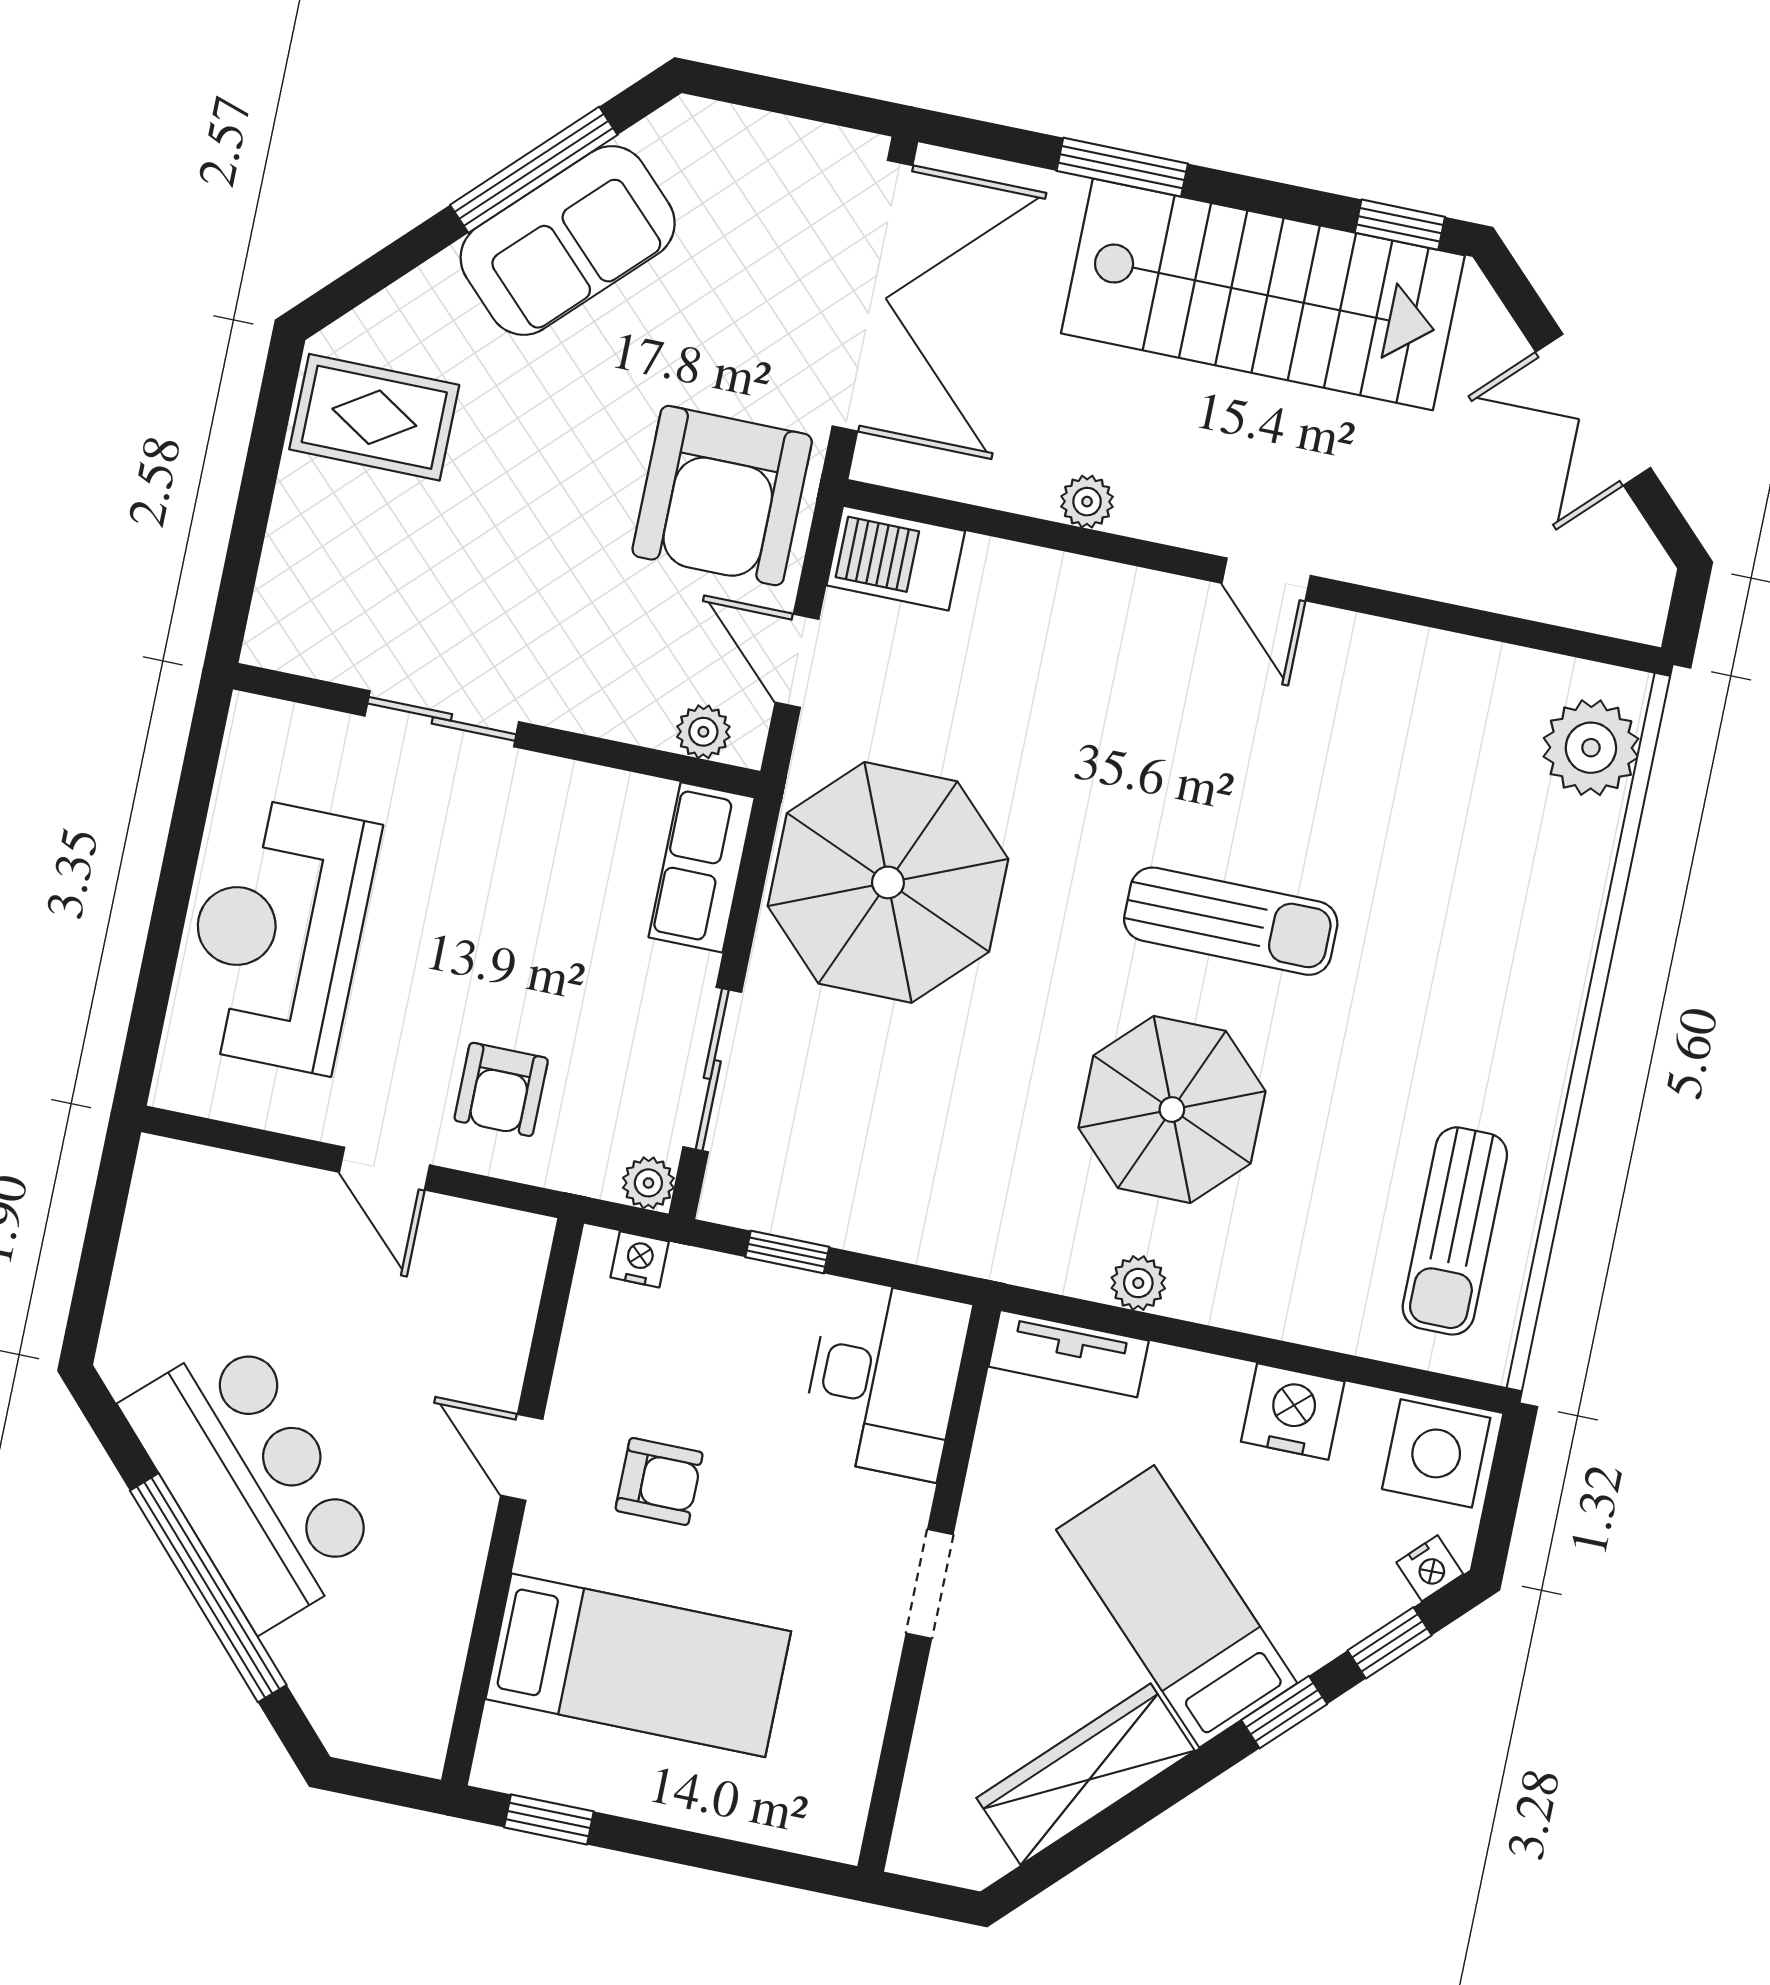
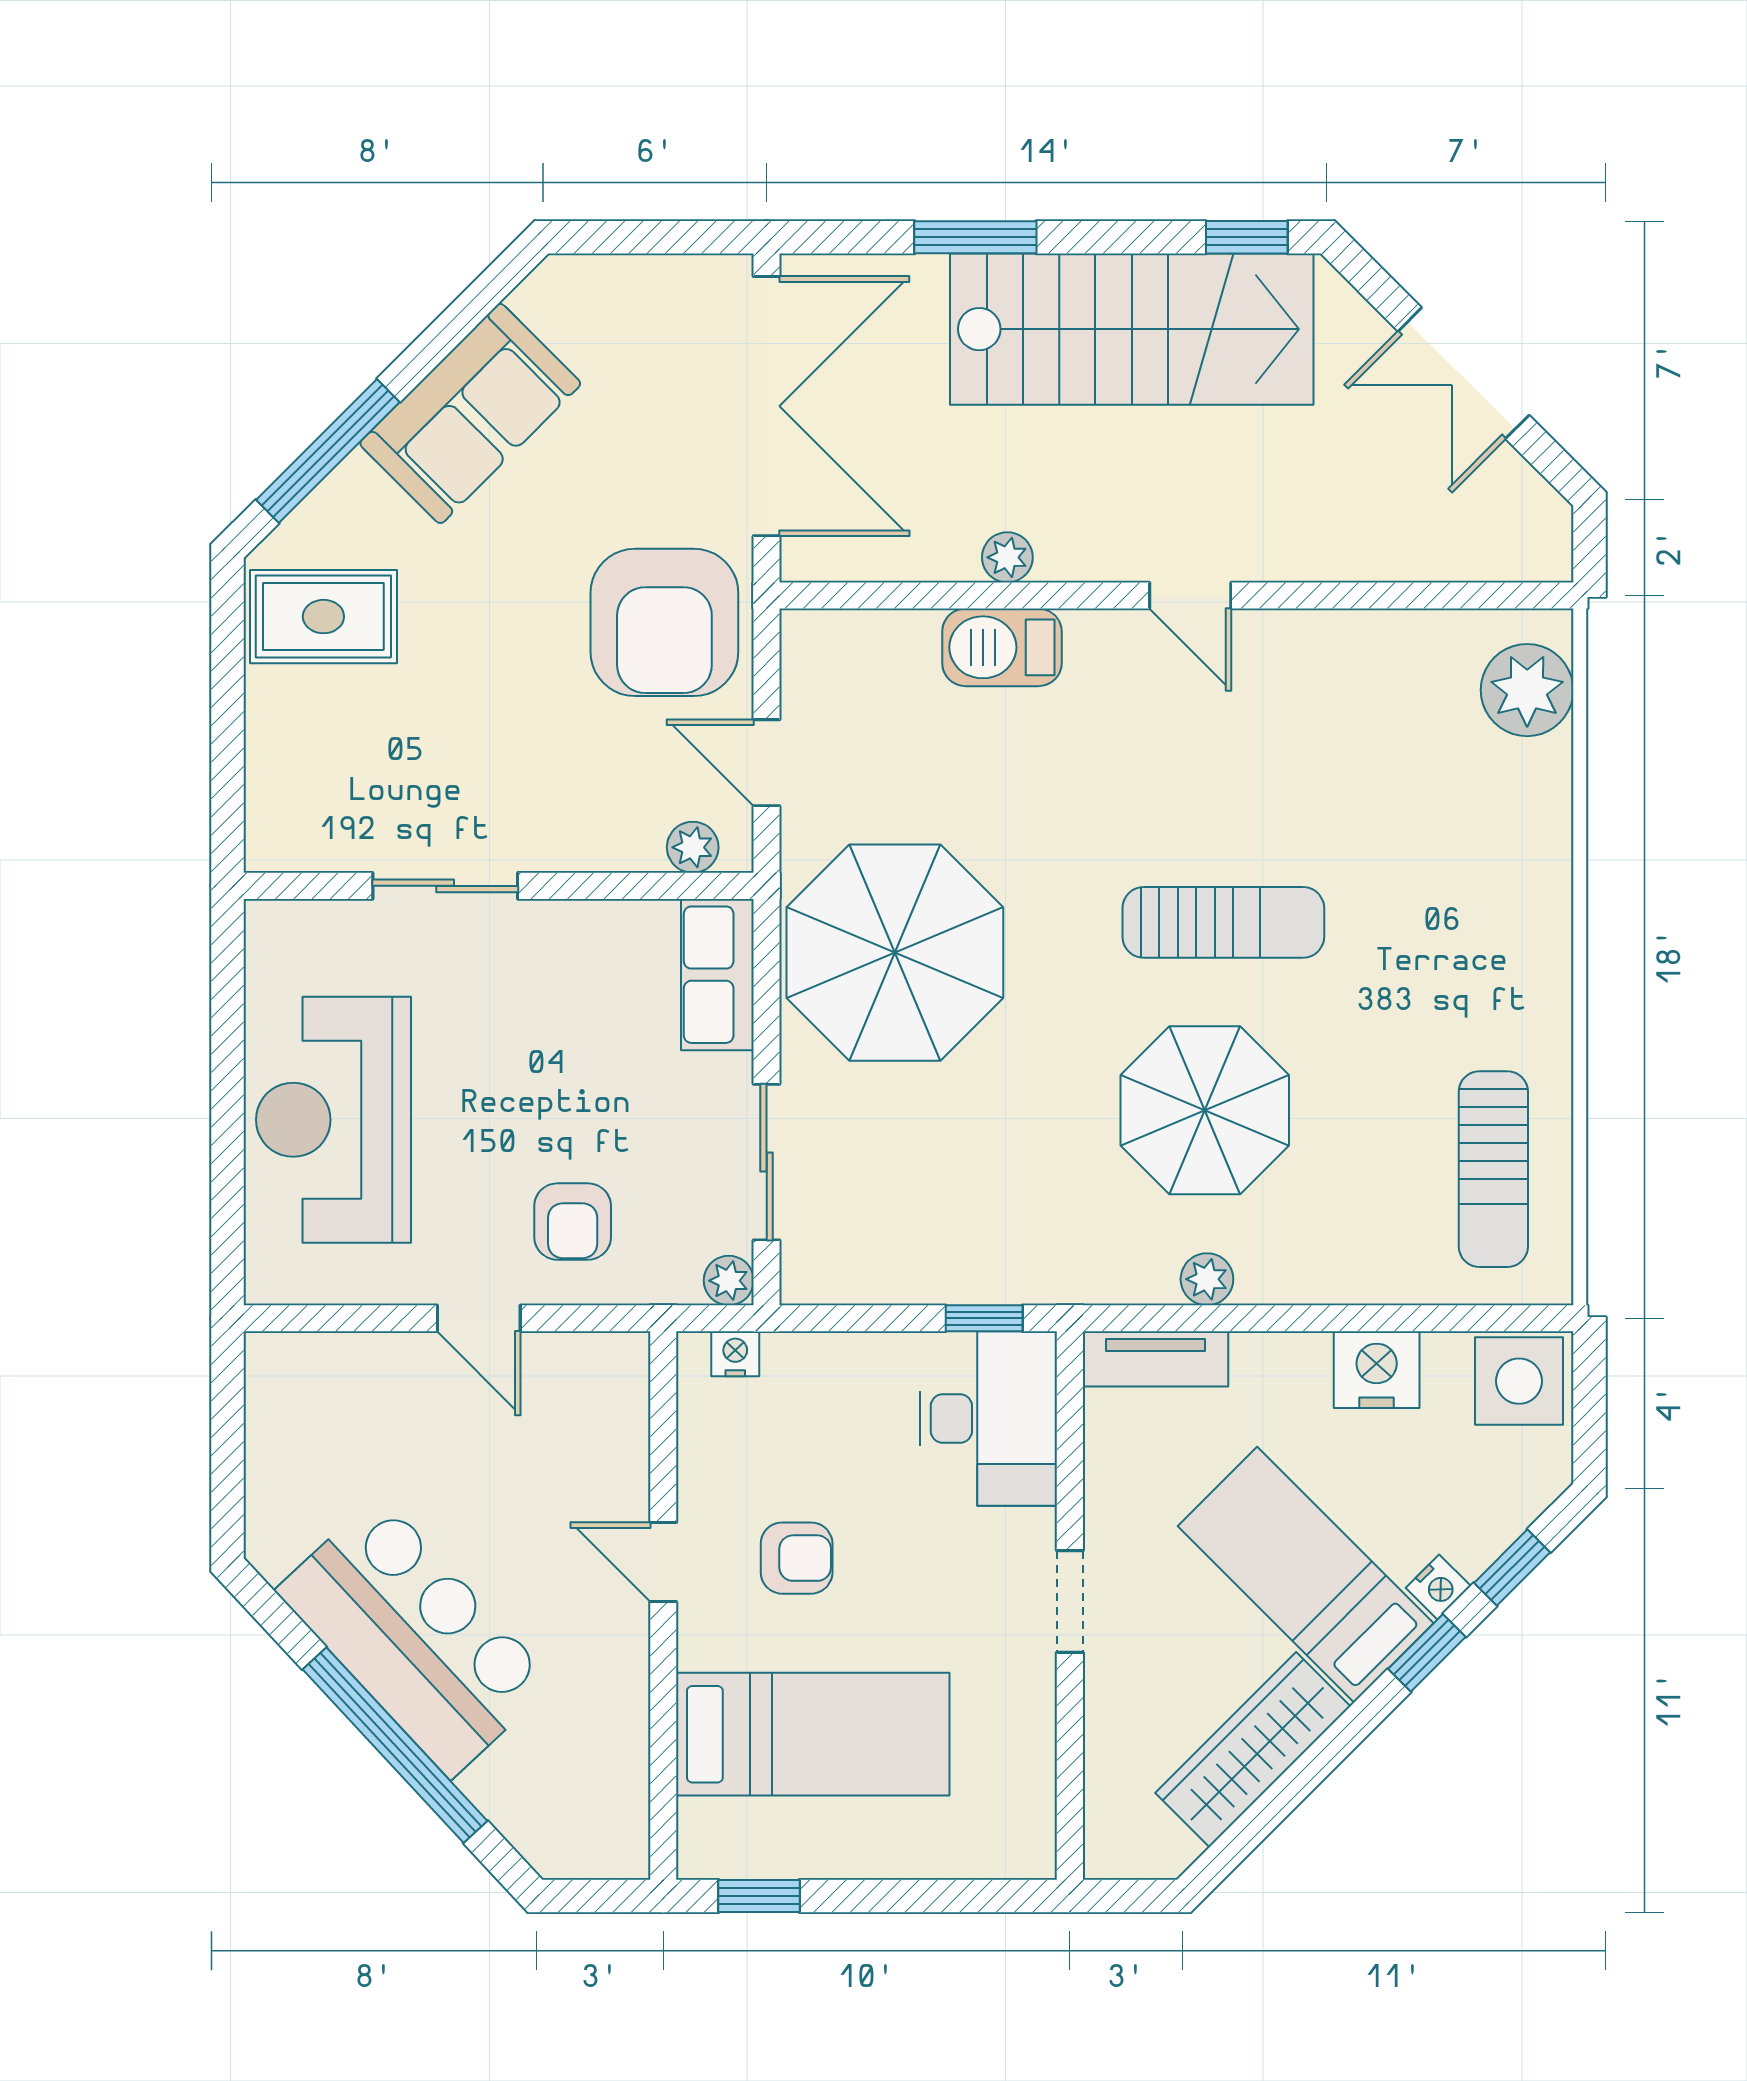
window: (534, 170) -> (328, 451), moved
barbecue: (896, 558) -> (1002, 647), moved
window: (787, 1252) -> (984, 1318), moved
nightstand: (1430, 1568) -> (1438, 1587), moved

